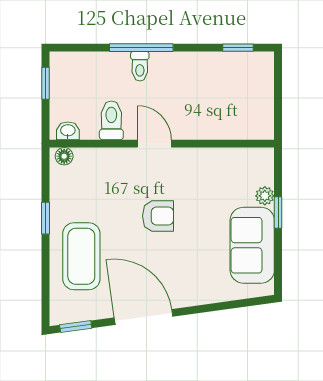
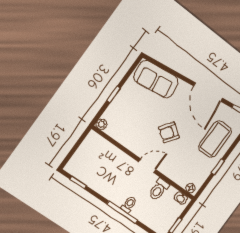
door: (154, 144) -> (147, 166), swing flipped
plant: (265, 196) -> (101, 124), moved
armchair: (158, 216) -> (169, 132), turned -55
sofa: (252, 245) -> (156, 79), moved, turned 82

